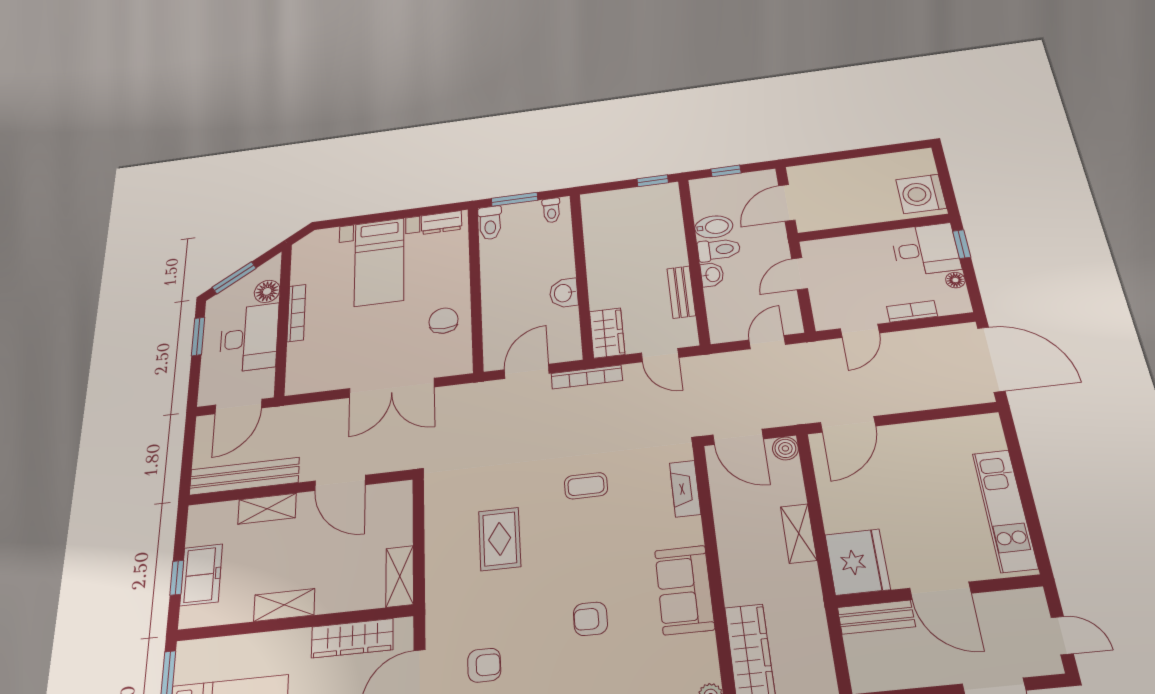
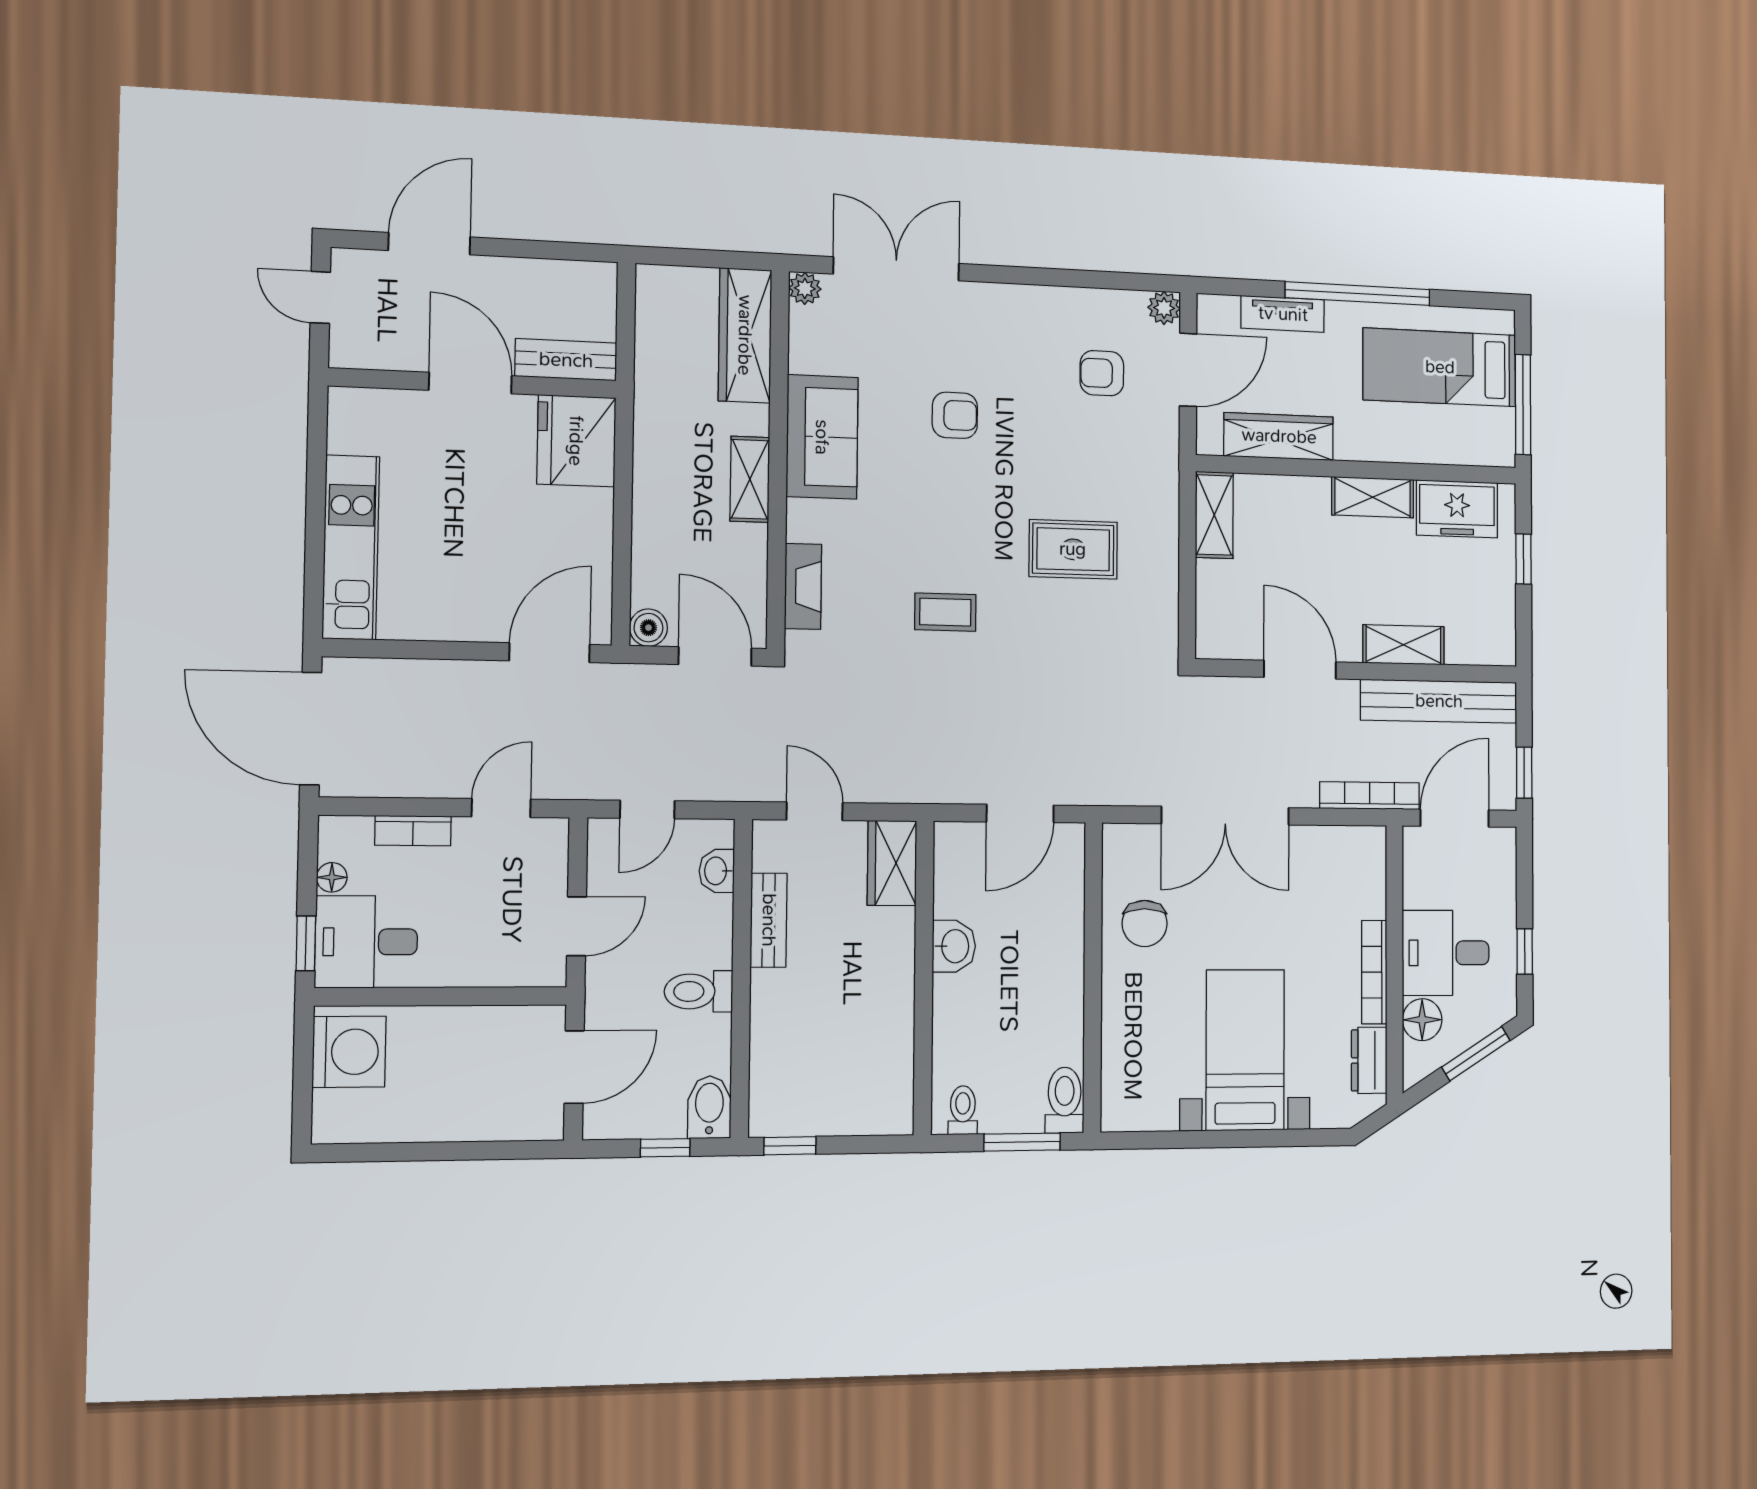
dresser: (441, 222) -> (1369, 1060), moved, turned -90
bidet: (714, 227) -> (709, 1107), moved, turned 90
washbasin: (712, 275) -> (717, 871), moved
window: (198, 336) -> (1525, 952), width x0.67
desk: (249, 338) -> (1446, 953), width x0.73
bookcase: (587, 377) -> (1370, 796), moved
double door: (392, 388) -> (1225, 816), swing flipped
window: (189, 440) -> (1524, 773), added
kitchen unit: (1005, 510) -> (351, 547), moved
shelving: (799, 533) -> (750, 479), moved
rug: (500, 539) -> (1073, 549), turned 90
freezer: (201, 575) -> (1457, 509), moved, turned -90

